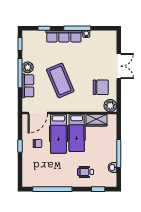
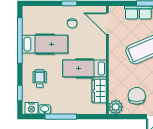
chair: (101, 87) -> (137, 96), turned 180
hospital bed: (58, 134) -> (45, 44), moved, turned 180
nightstand: (111, 179) -> (31, 108), added

